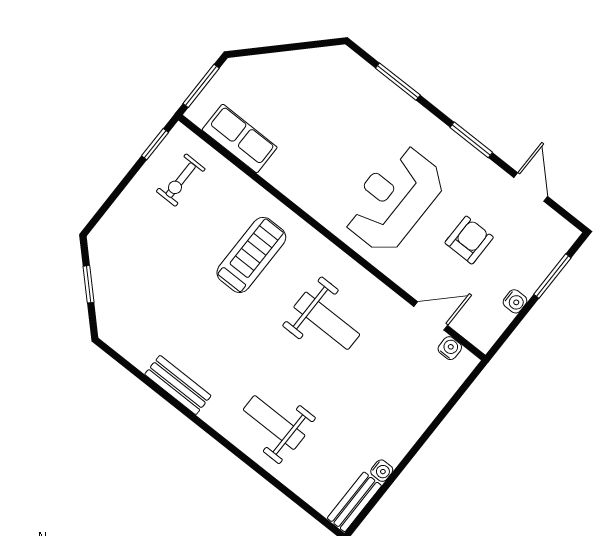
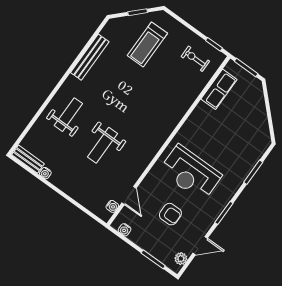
reception desk: (394, 199) -> (191, 173), turned 180
plant: (553, 224) -> (181, 259), added
treadmill: (251, 255) -> (147, 44), moved, turned 90
water cooler: (515, 301) -> (125, 230), moved
weight bench: (327, 321) -> (102, 145), moved
bench: (178, 385) -> (90, 57), width x1.36

